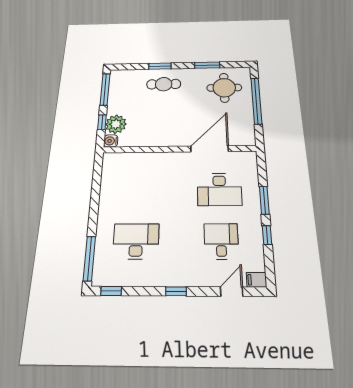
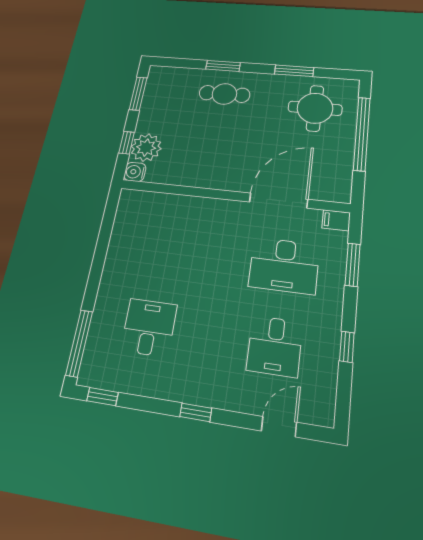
window: (105, 89) -> (138, 94), width x0.69
window: (264, 200) -> (353, 265), moved
desk: (136, 241) -> (149, 328), width x0.73
desk: (221, 241) -> (275, 346), turned 180
filing cabinet: (256, 280) -> (336, 220), moved

